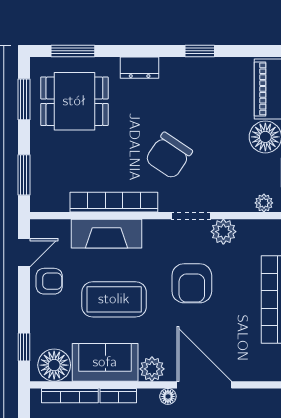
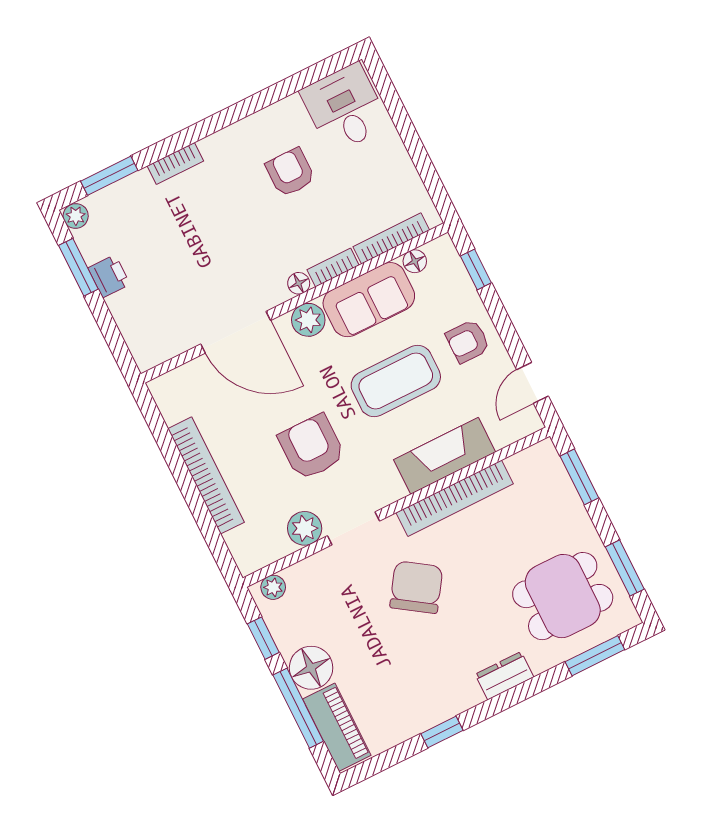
armchair: (49, 281) -> (468, 341), moved
floor lamp: (54, 365) -> (415, 261), width x0.53, depth x0.53
floor lamp: (168, 396) -> (299, 283), moved

